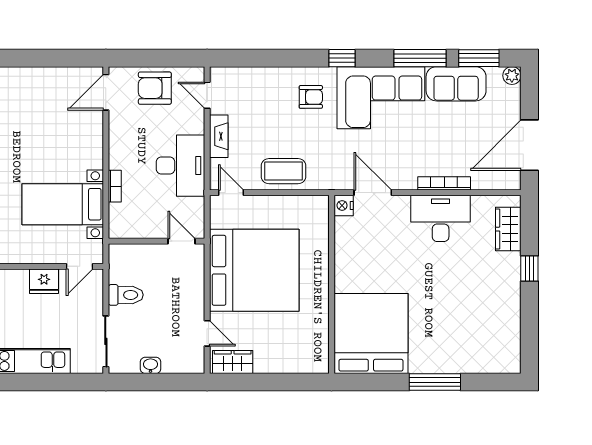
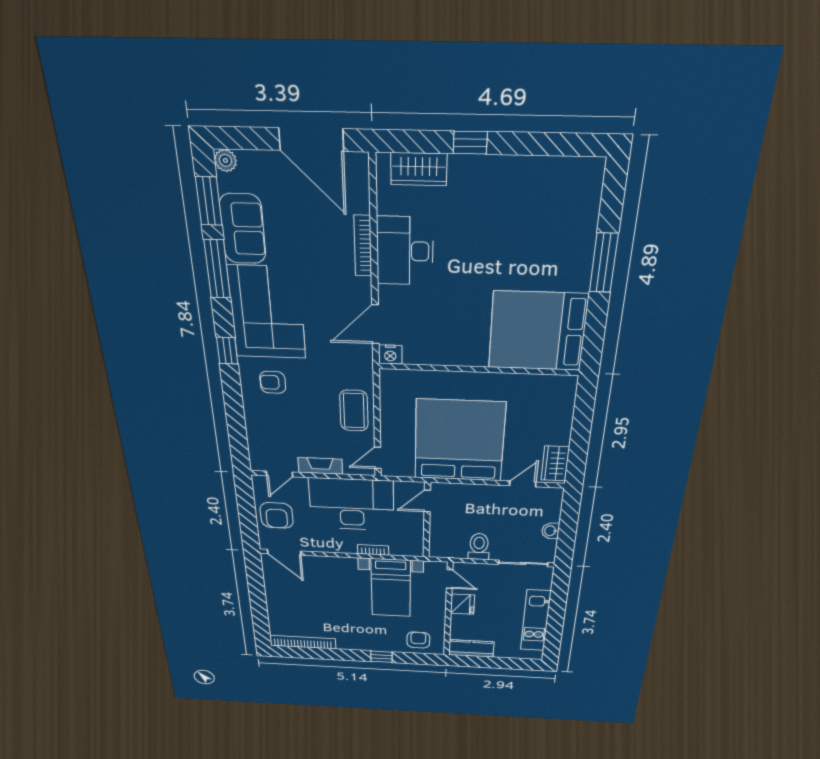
armchair: (311, 97) -> (273, 382), turned -90
desk: (180, 166) -> (352, 504), width x1.36, depth x1.30

